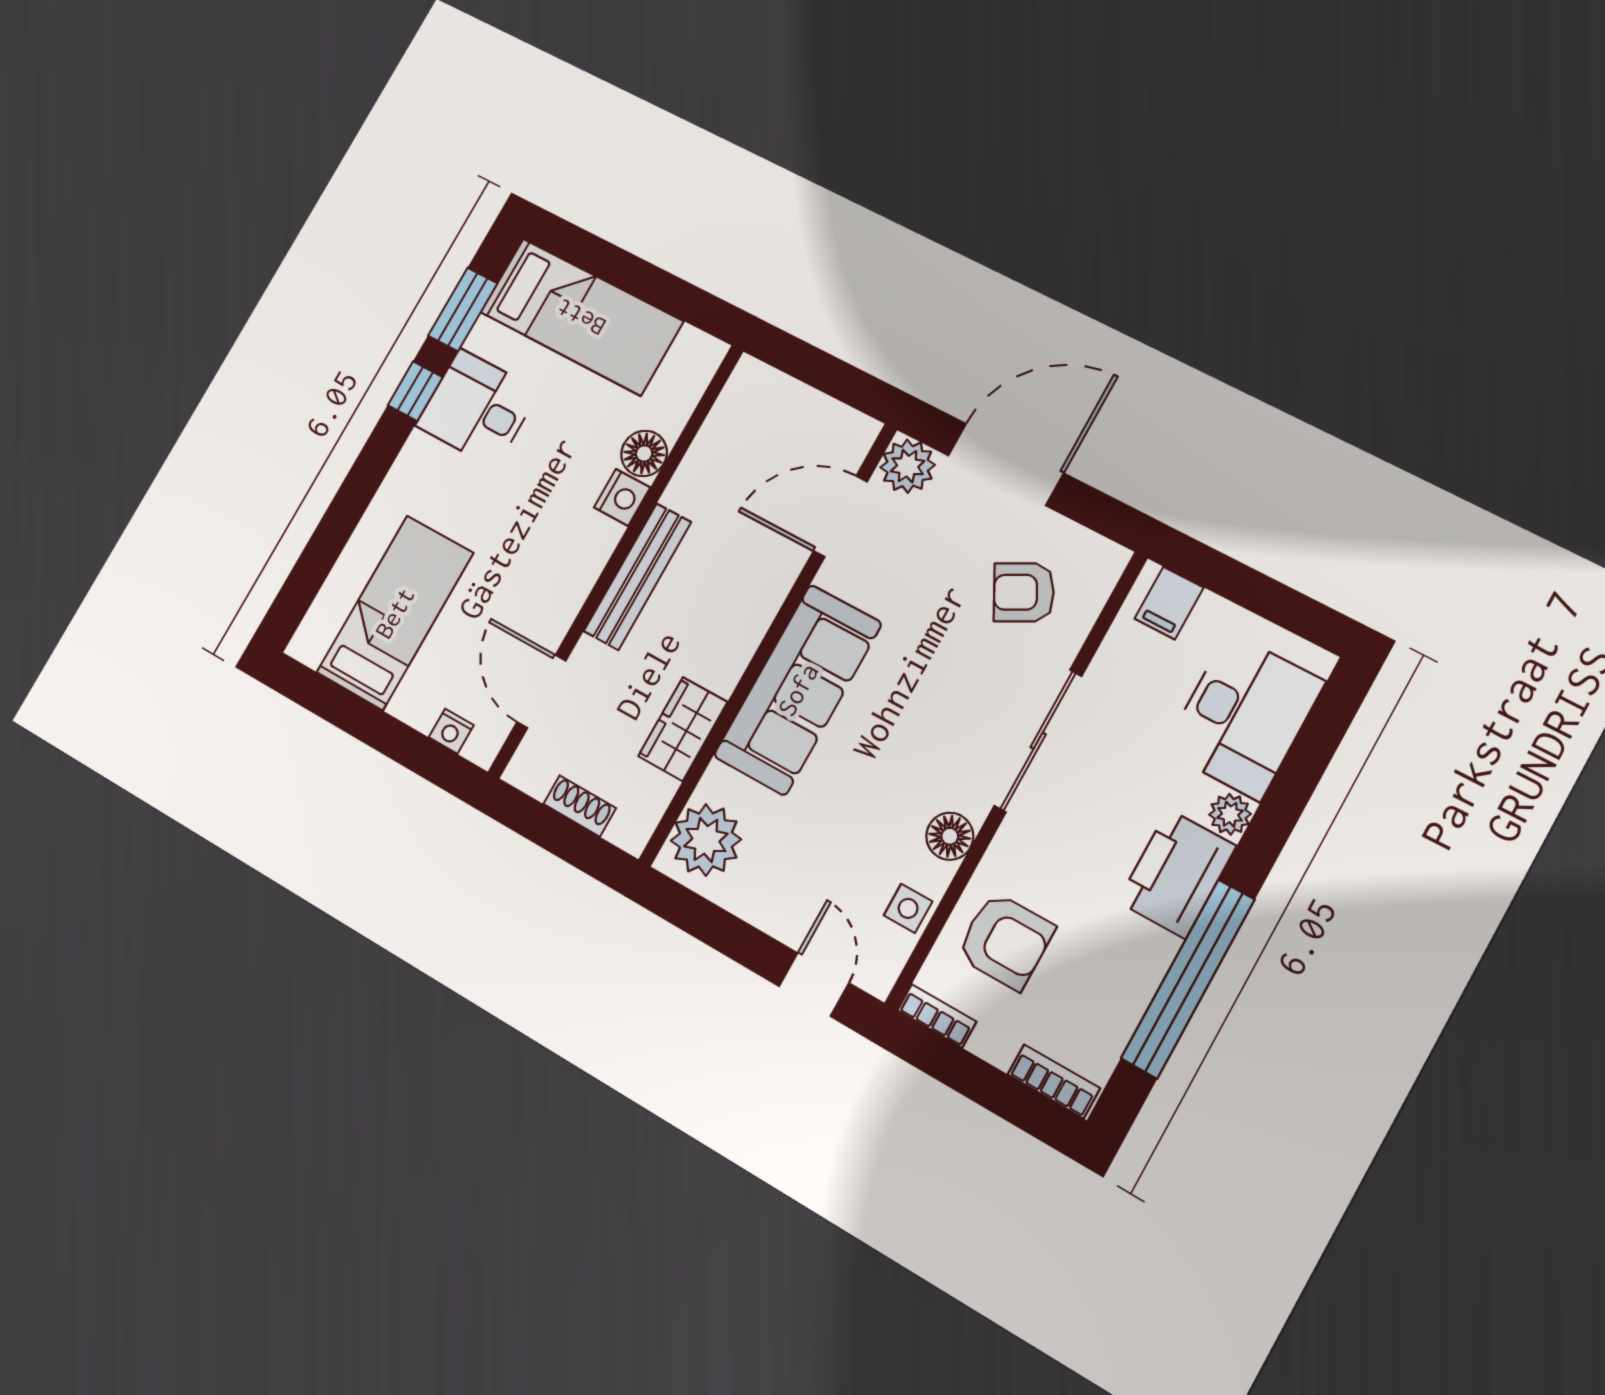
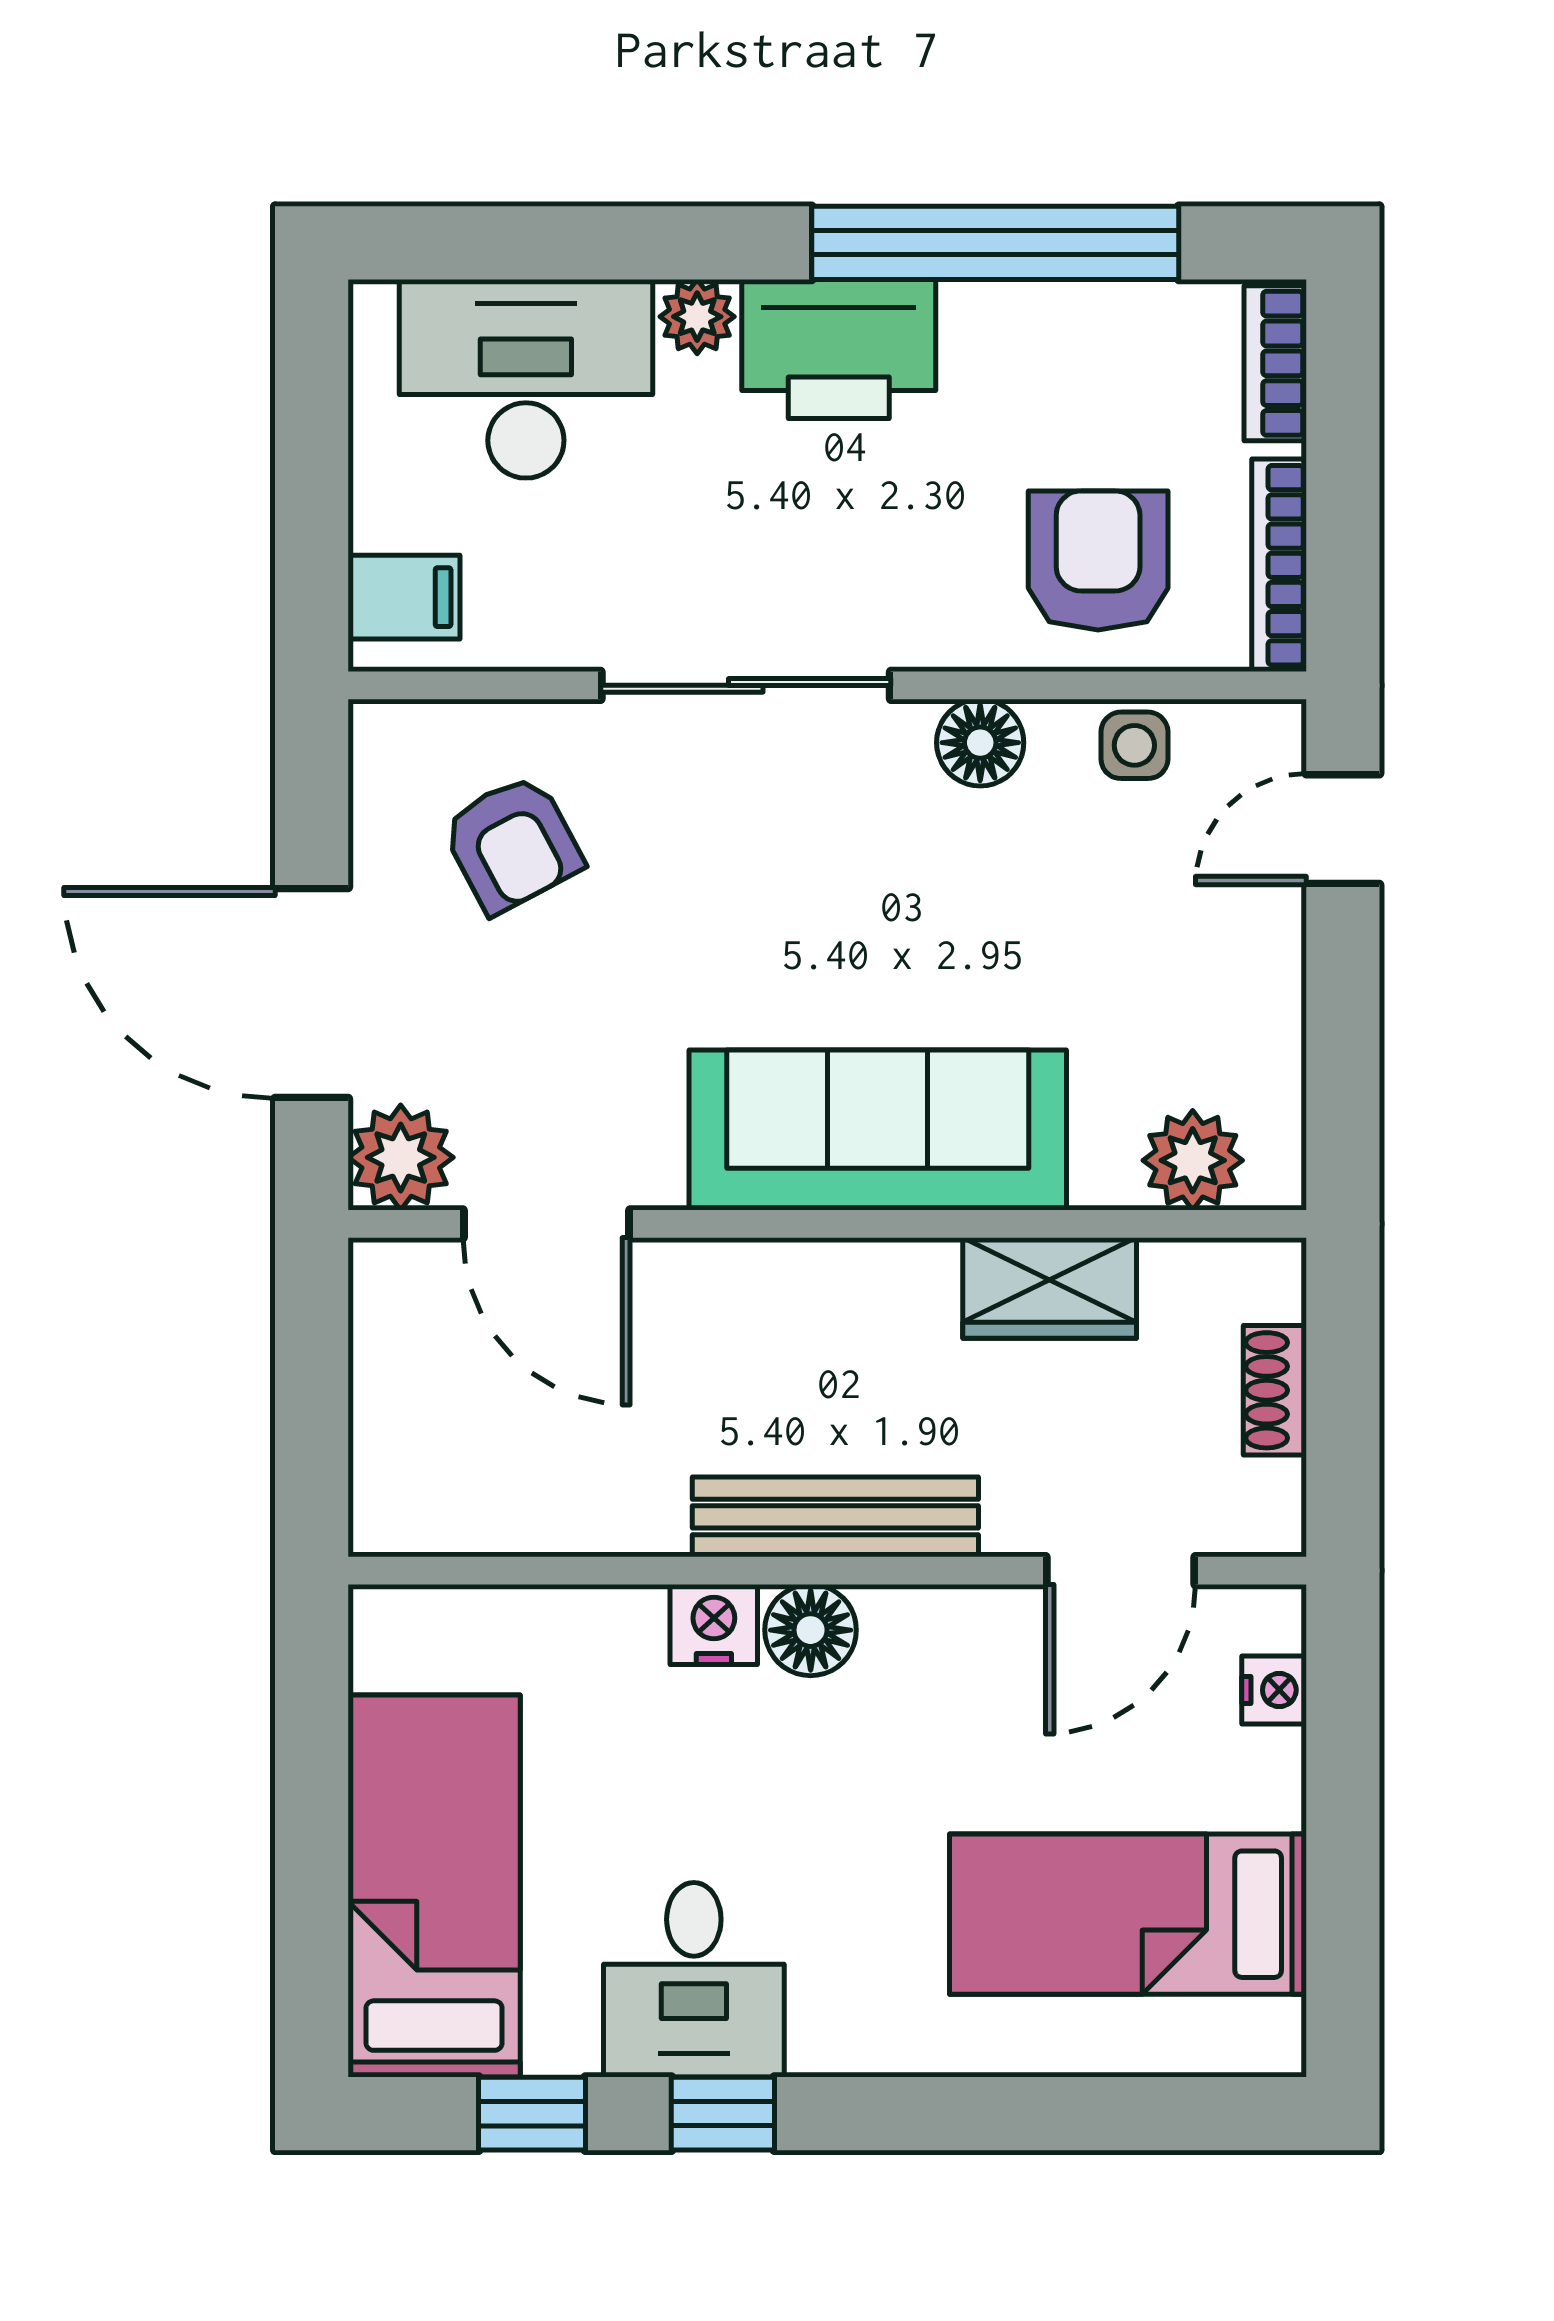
window: (463, 309) -> (532, 2114), width x0.67
floor lamp: (644, 453) -> (811, 1630), moved
plant: (706, 840) -> (1193, 1160), width x0.73, depth x0.73
bookcase: (937, 1016) -> (1279, 565), width x1.56

